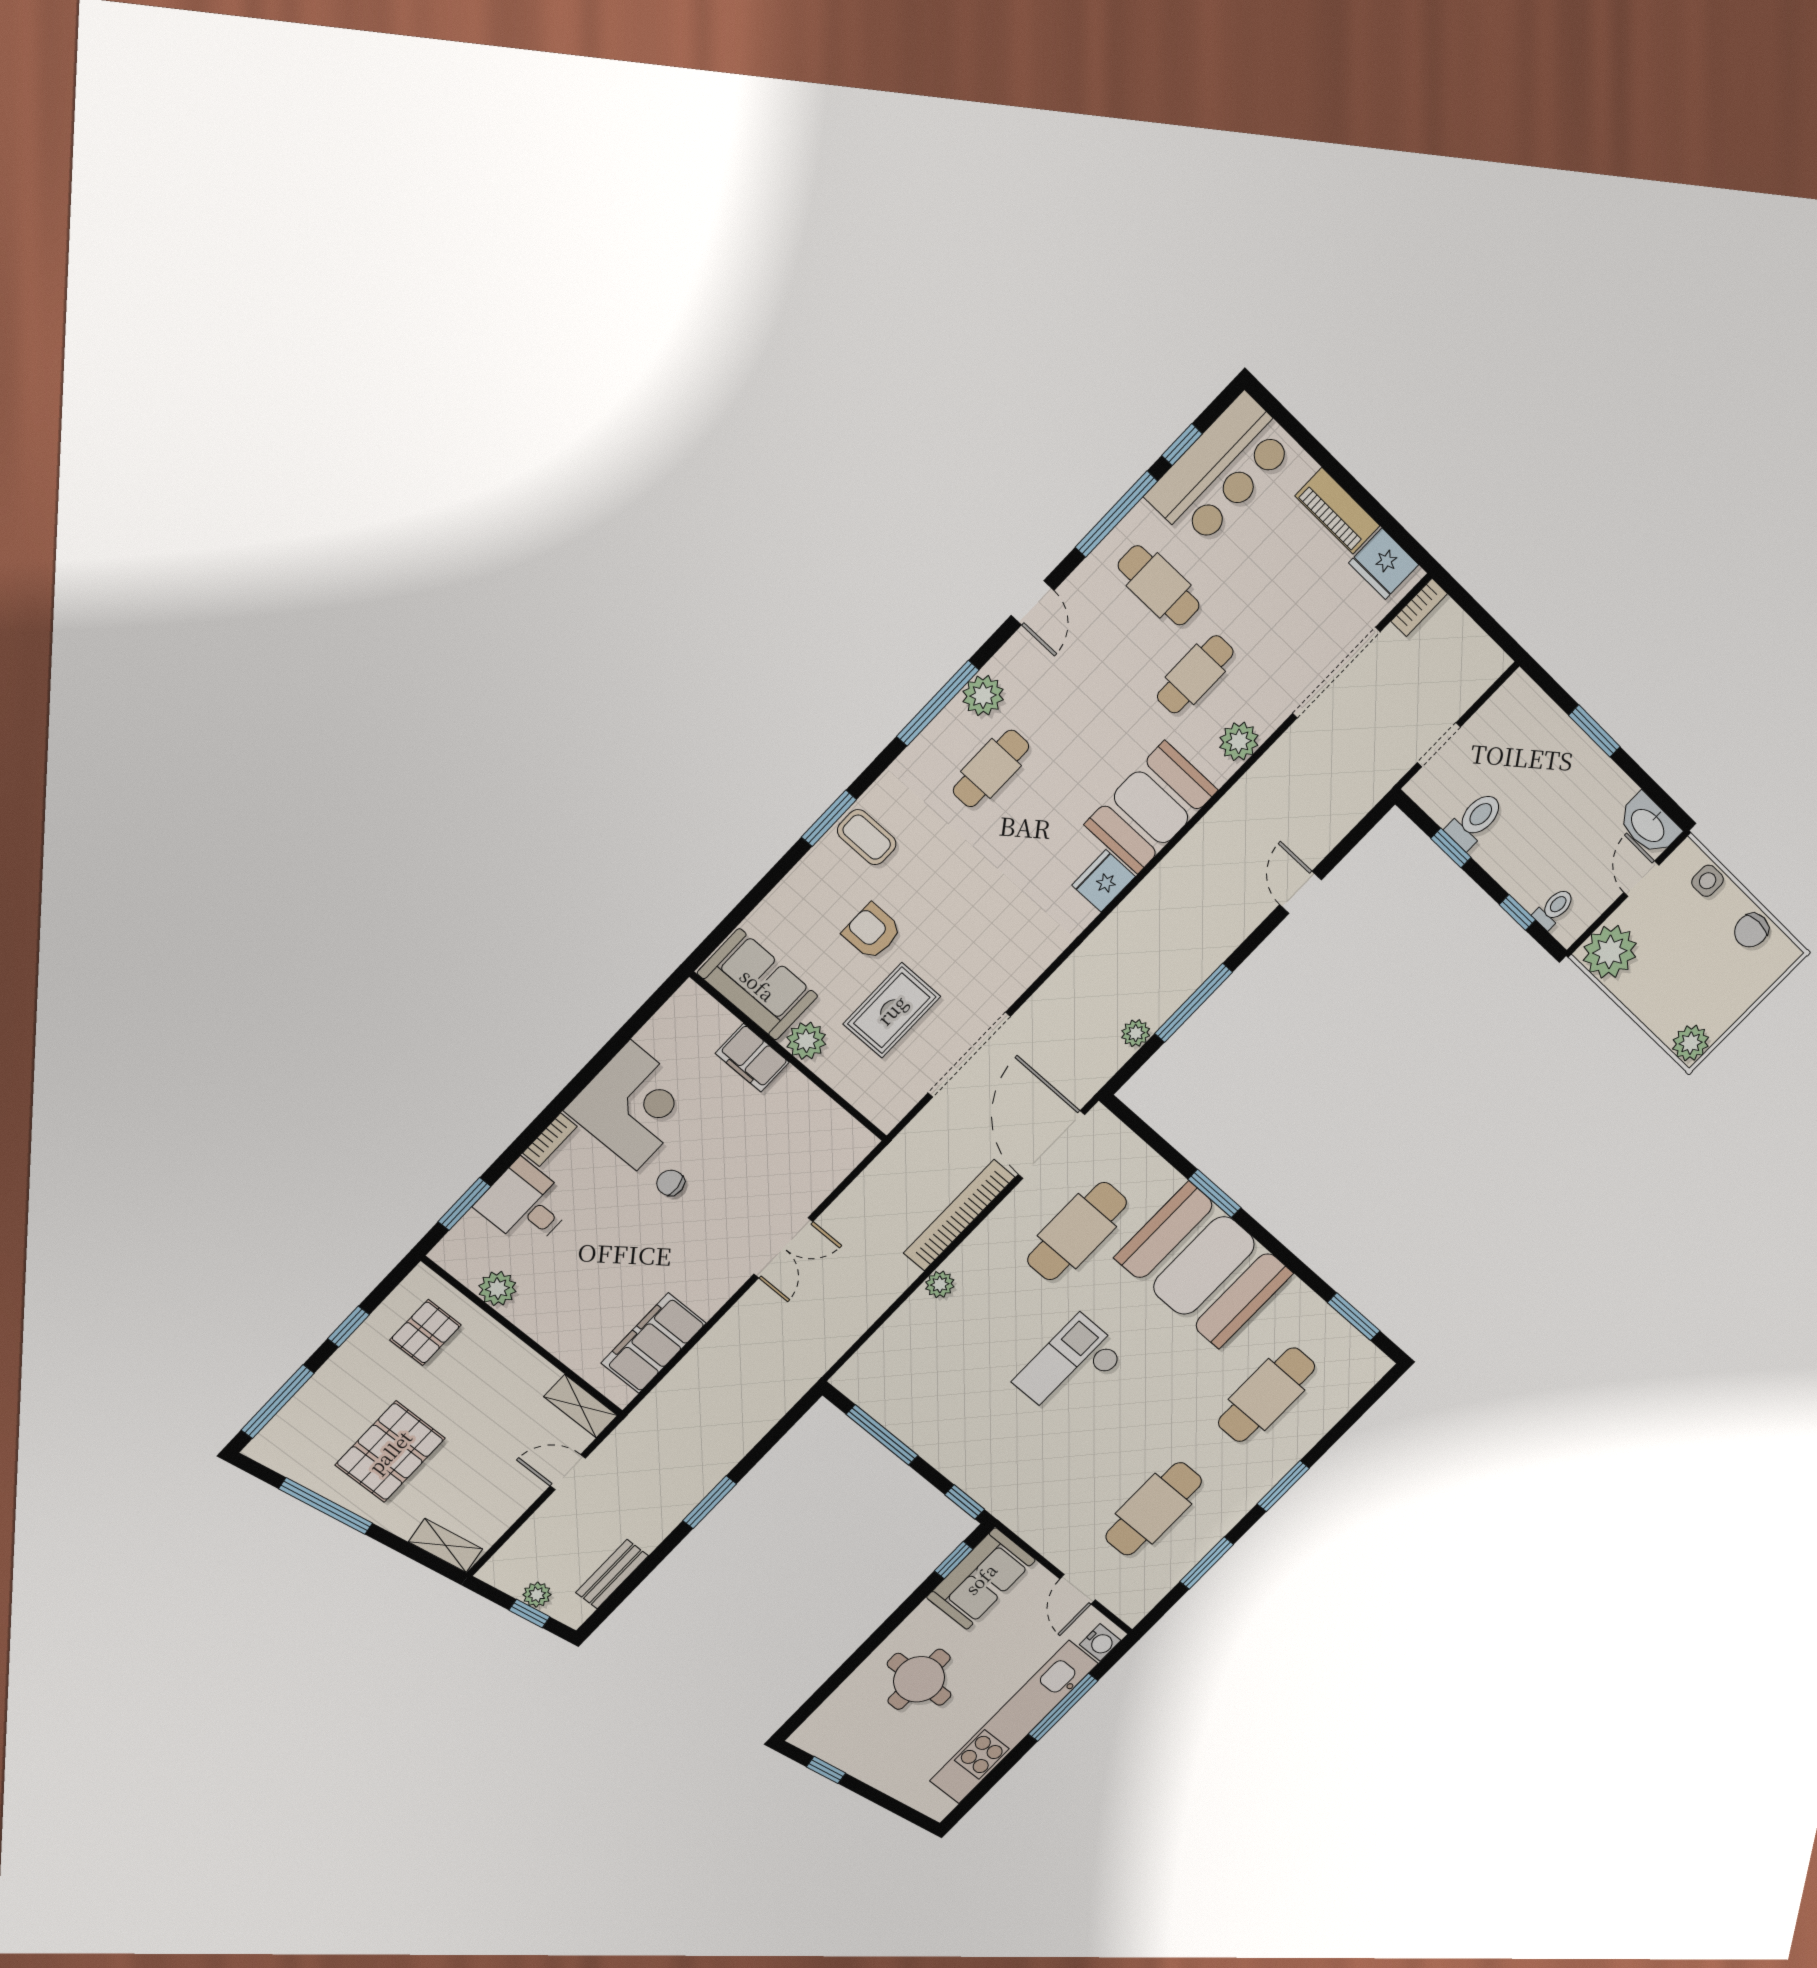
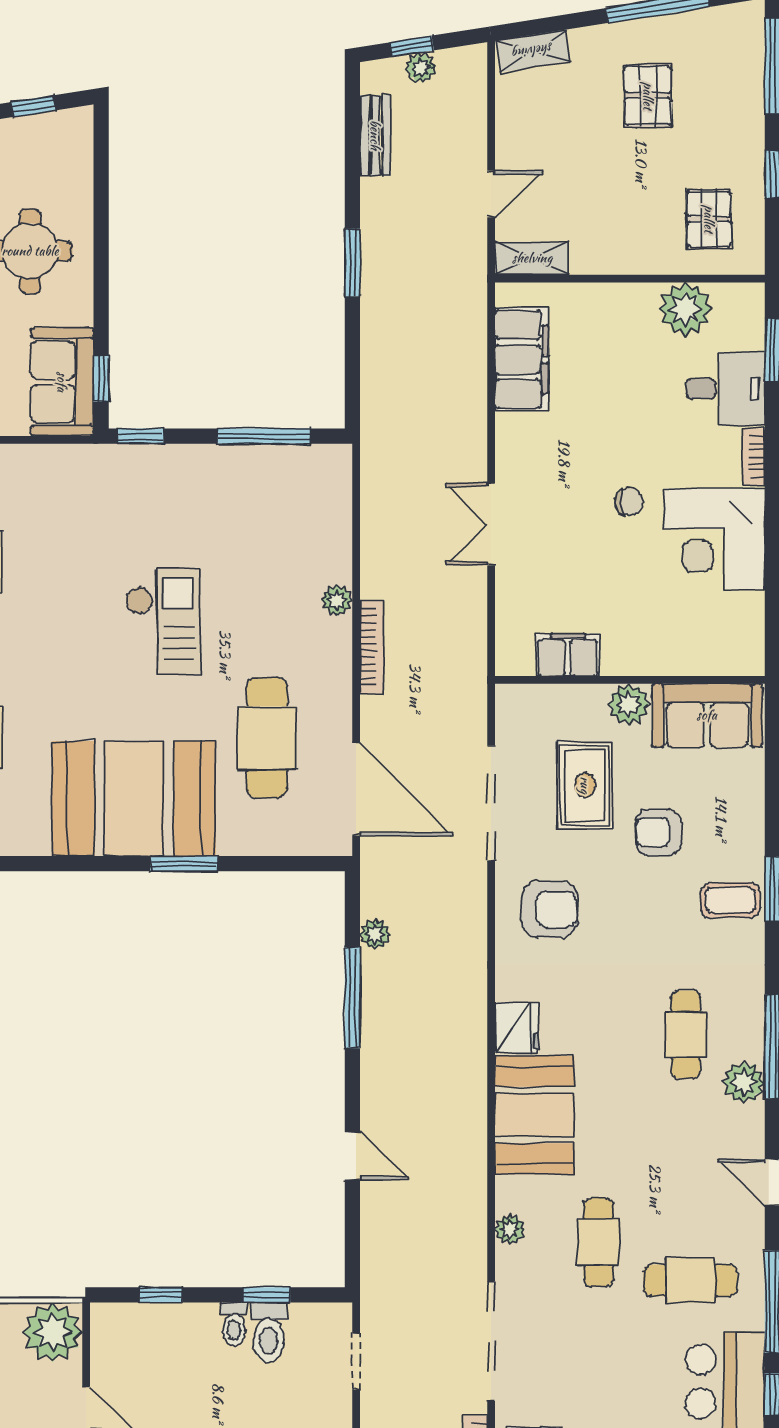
plant: (1239, 741) -> (510, 1229), width x0.73, depth x0.73
toilet: (1554, 908) -> (234, 1324), moved
armchair: (872, 932) -> (658, 832), turned 180
armchair: (1000, 944) -> (550, 909), added
filing cabinet: (752, 1058) -> (568, 655), moved
bookcase: (959, 1215) -> (372, 647), width x0.68, depth x0.76
plant: (497, 1289) -> (685, 309), width x1.36, depth x1.36
pallet: (390, 1452) -> (648, 96), width x0.67, depth x0.71

